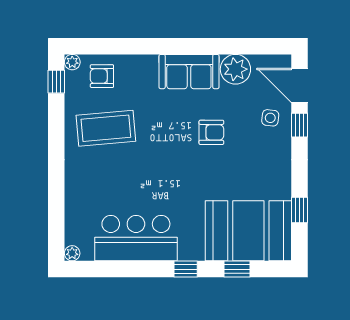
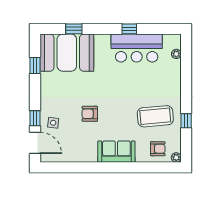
plant: (235, 69) -> (75, 153), removed
sofa: (189, 72) -> (116, 152), moved
window: (56, 82) -> (186, 121), moved
plant: (72, 253) -> (176, 54), moved
window: (186, 269) -> (129, 29), moved

